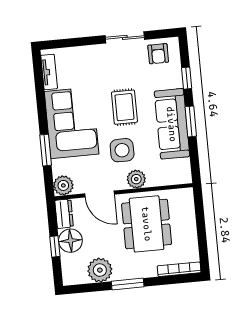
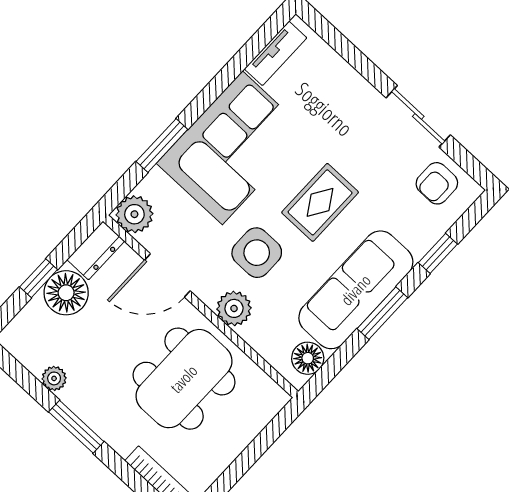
floor lamp: (182, 167) -> (308, 358), added
door: (99, 194) -> (167, 275), hinge flipped
plant: (100, 270) -> (54, 378), width x0.53, depth x0.53

